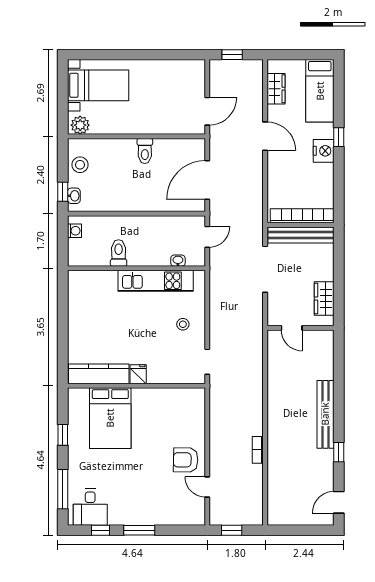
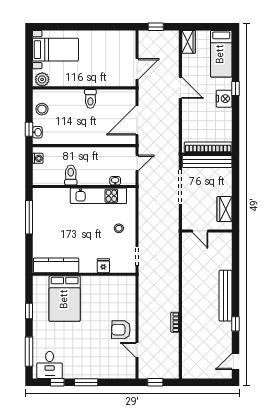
wardrobe: (276, 89) -> (188, 42), moved
window: (63, 309) -> (29, 217), added
fridge: (138, 374) -> (103, 266), moved

